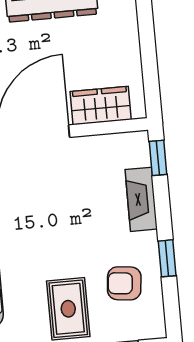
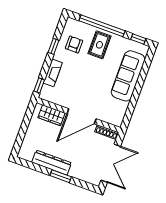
armchair: (124, 283) -> (74, 44), turned -96

